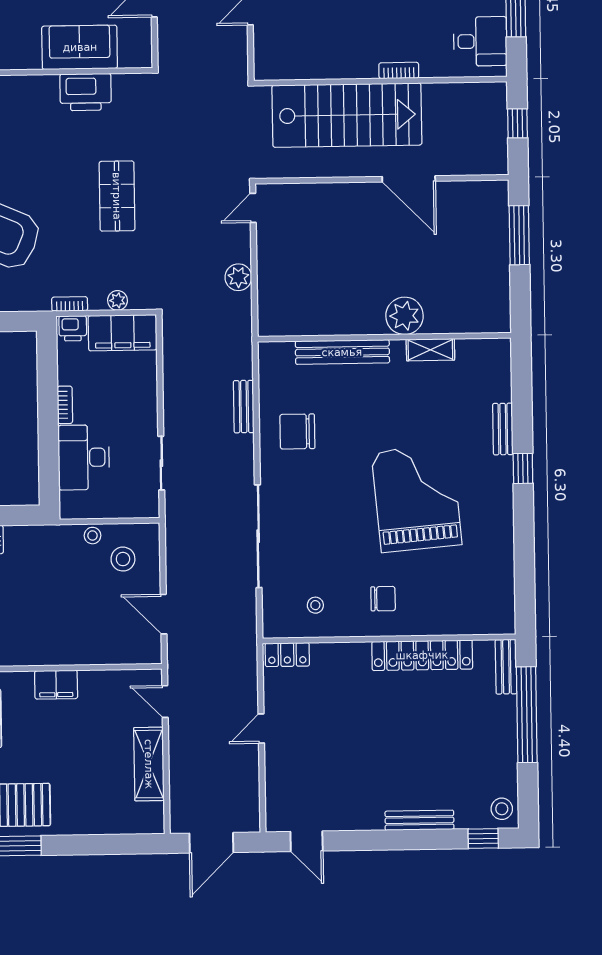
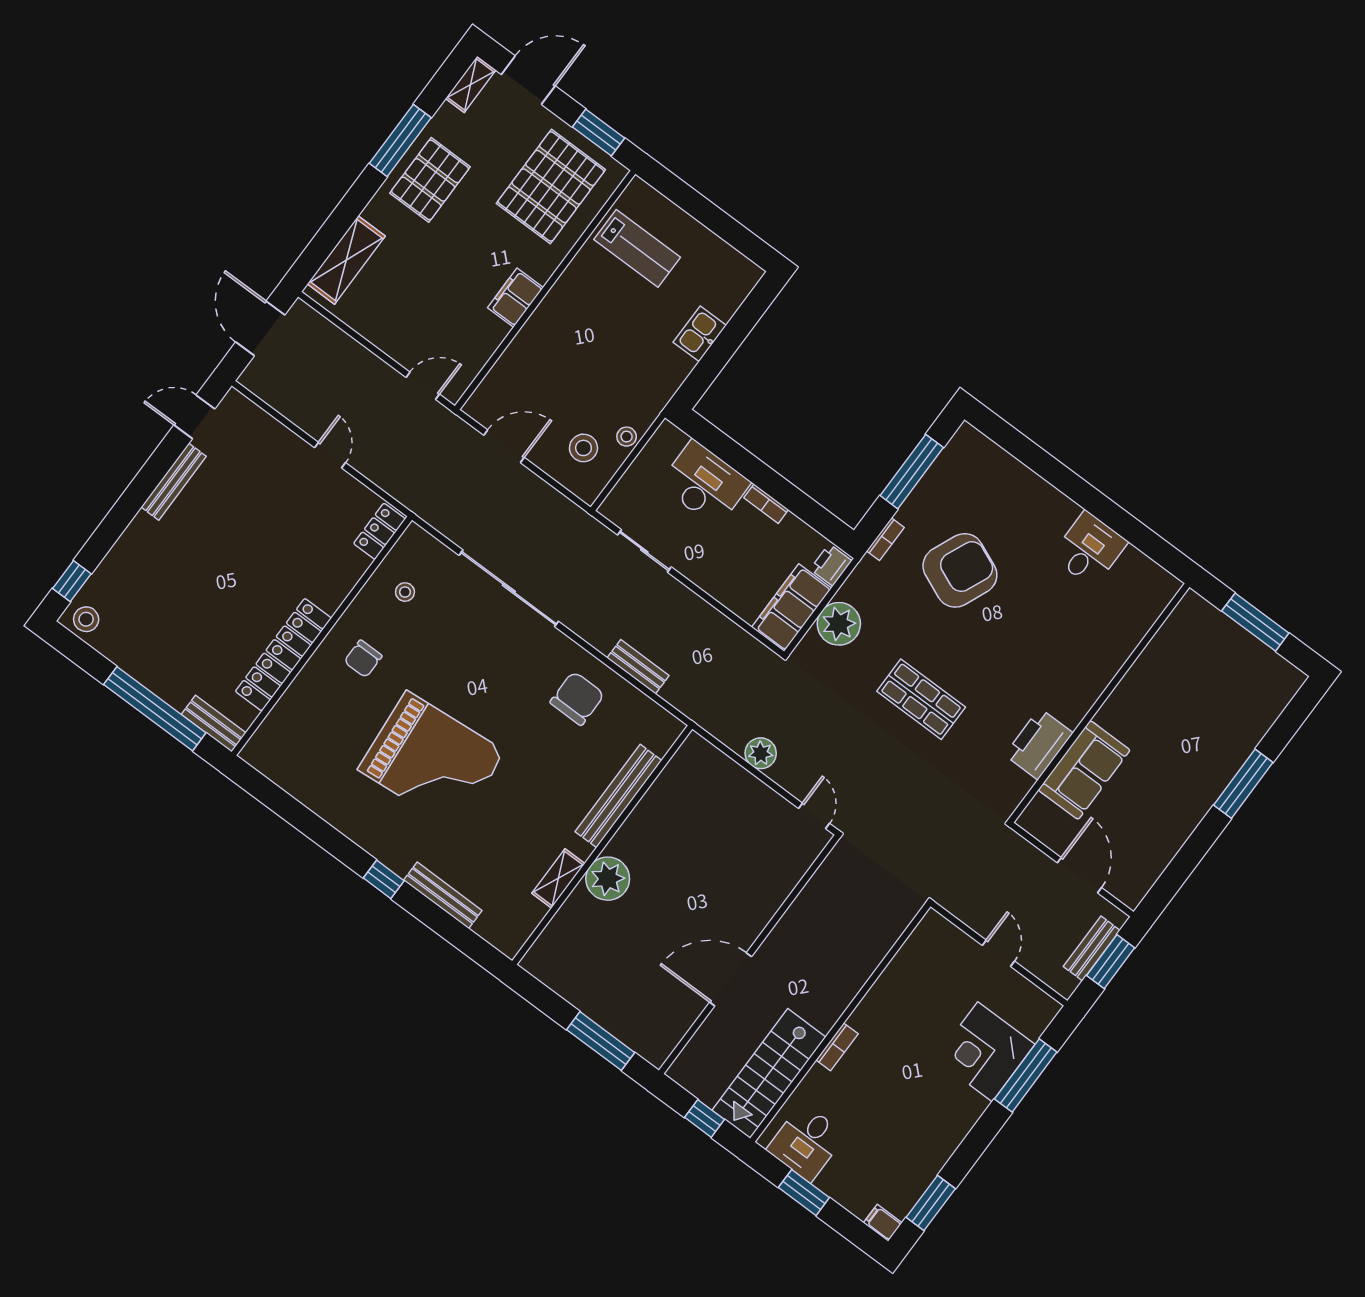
stairs: (347, 115) -> (769, 1074), moved, width x0.73, depth x0.66
plant: (118, 300) -> (839, 624), width x1.88, depth x1.88
bookcase: (70, 304) -> (885, 539), moved
bench: (503, 429) -> (443, 895), width x1.36
shelving: (149, 764) -> (346, 260), moved, turned 90
bench: (419, 820) -> (174, 482), moved

